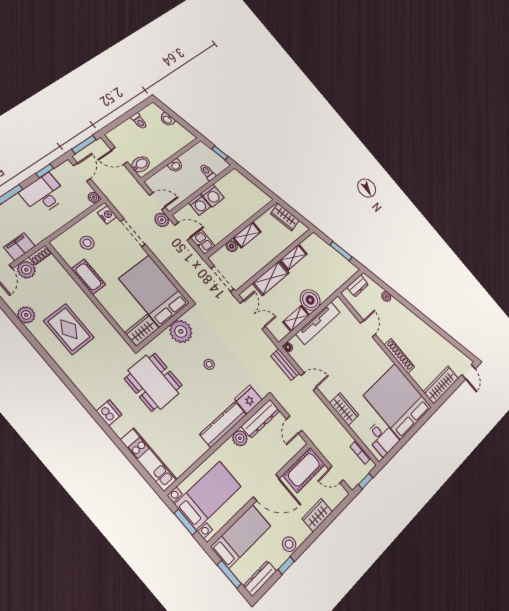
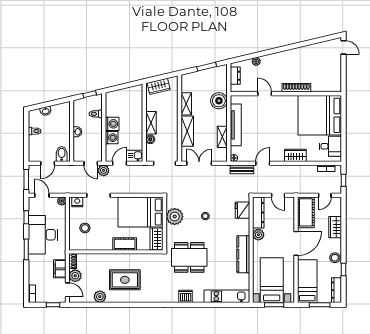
desk: (44, 194) -> (43, 235), width x1.36, depth x1.30
door: (157, 201) -> (91, 163), swing flipped
cot: (88, 277) -> (125, 244), moved
boiler: (310, 300) -> (219, 101), moved
wardrobe: (441, 385) -> (335, 76), removed
kitchen counter: (223, 424) -> (243, 254), moved

